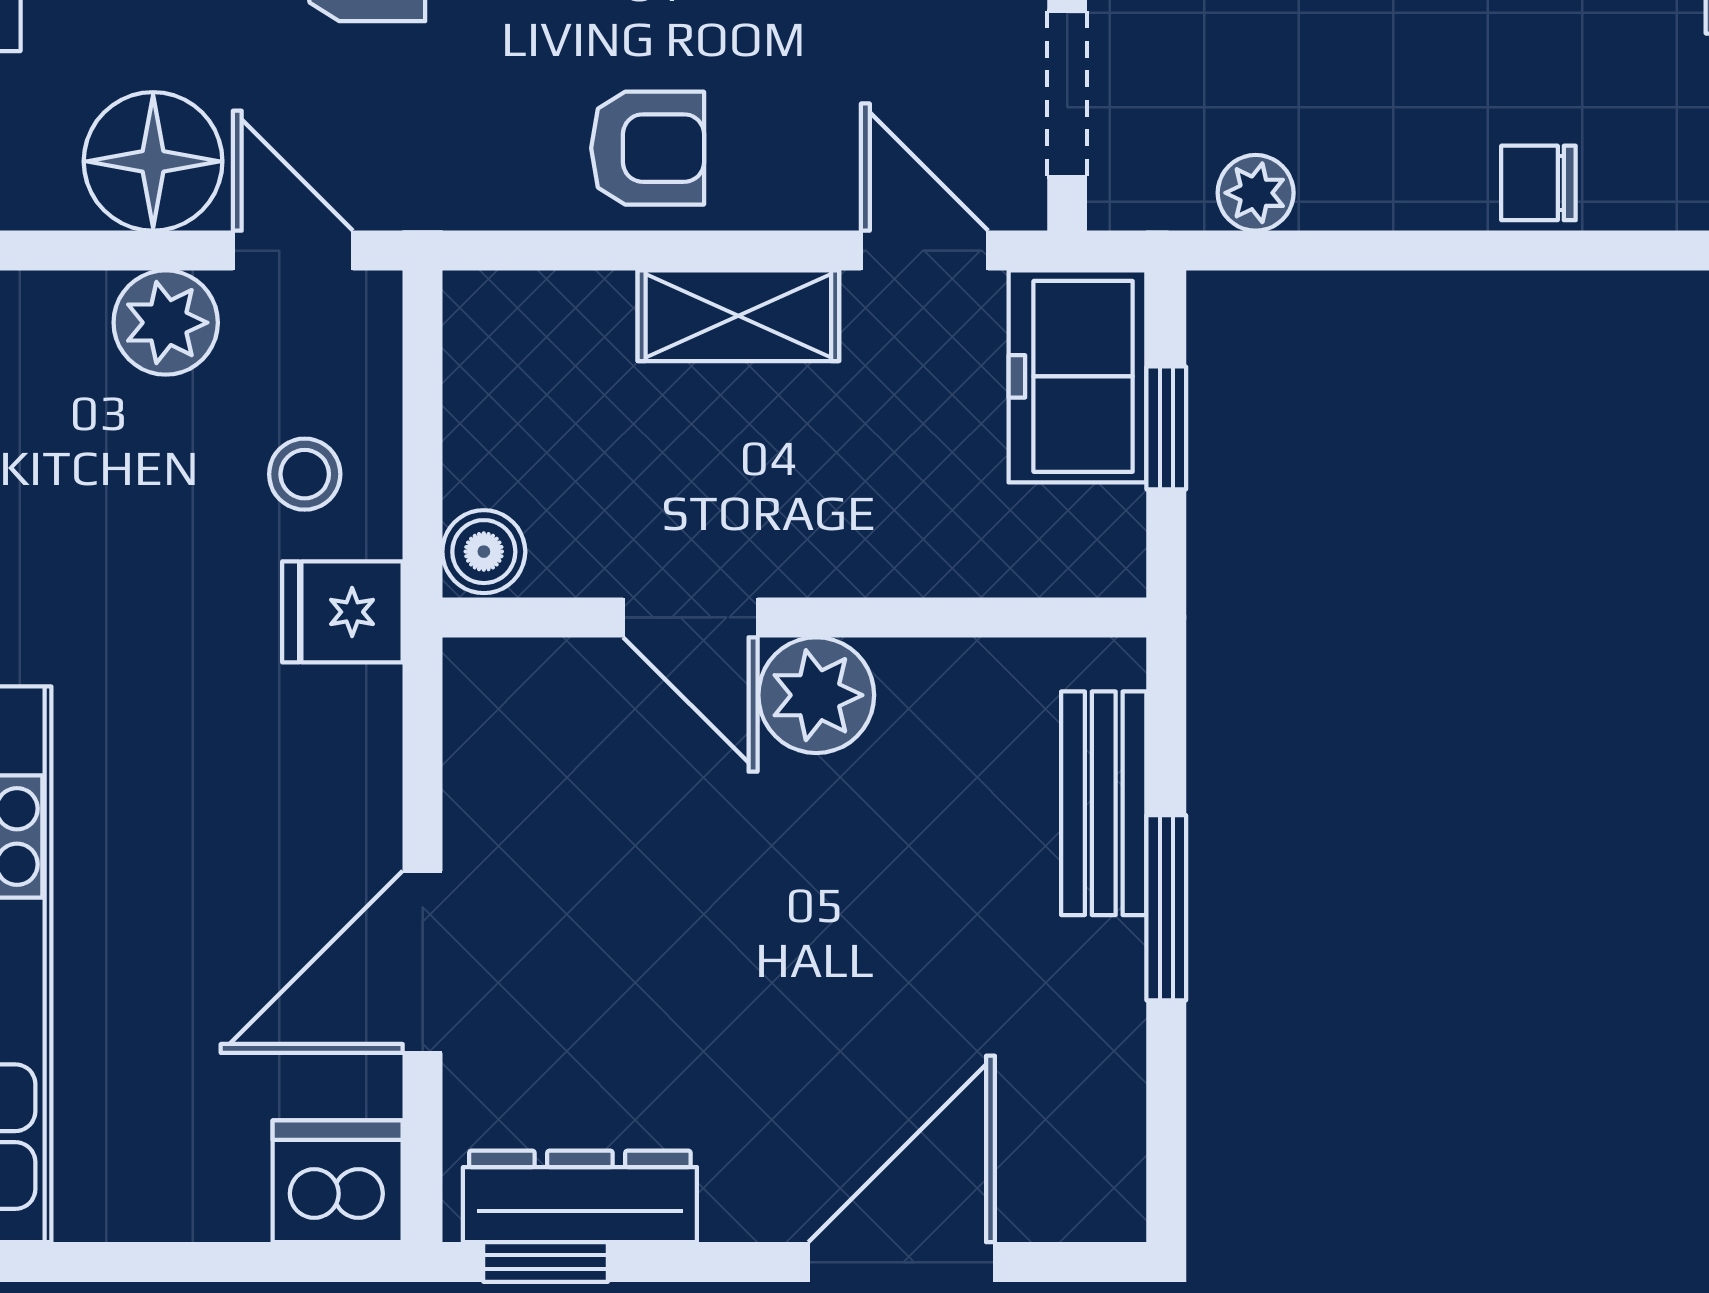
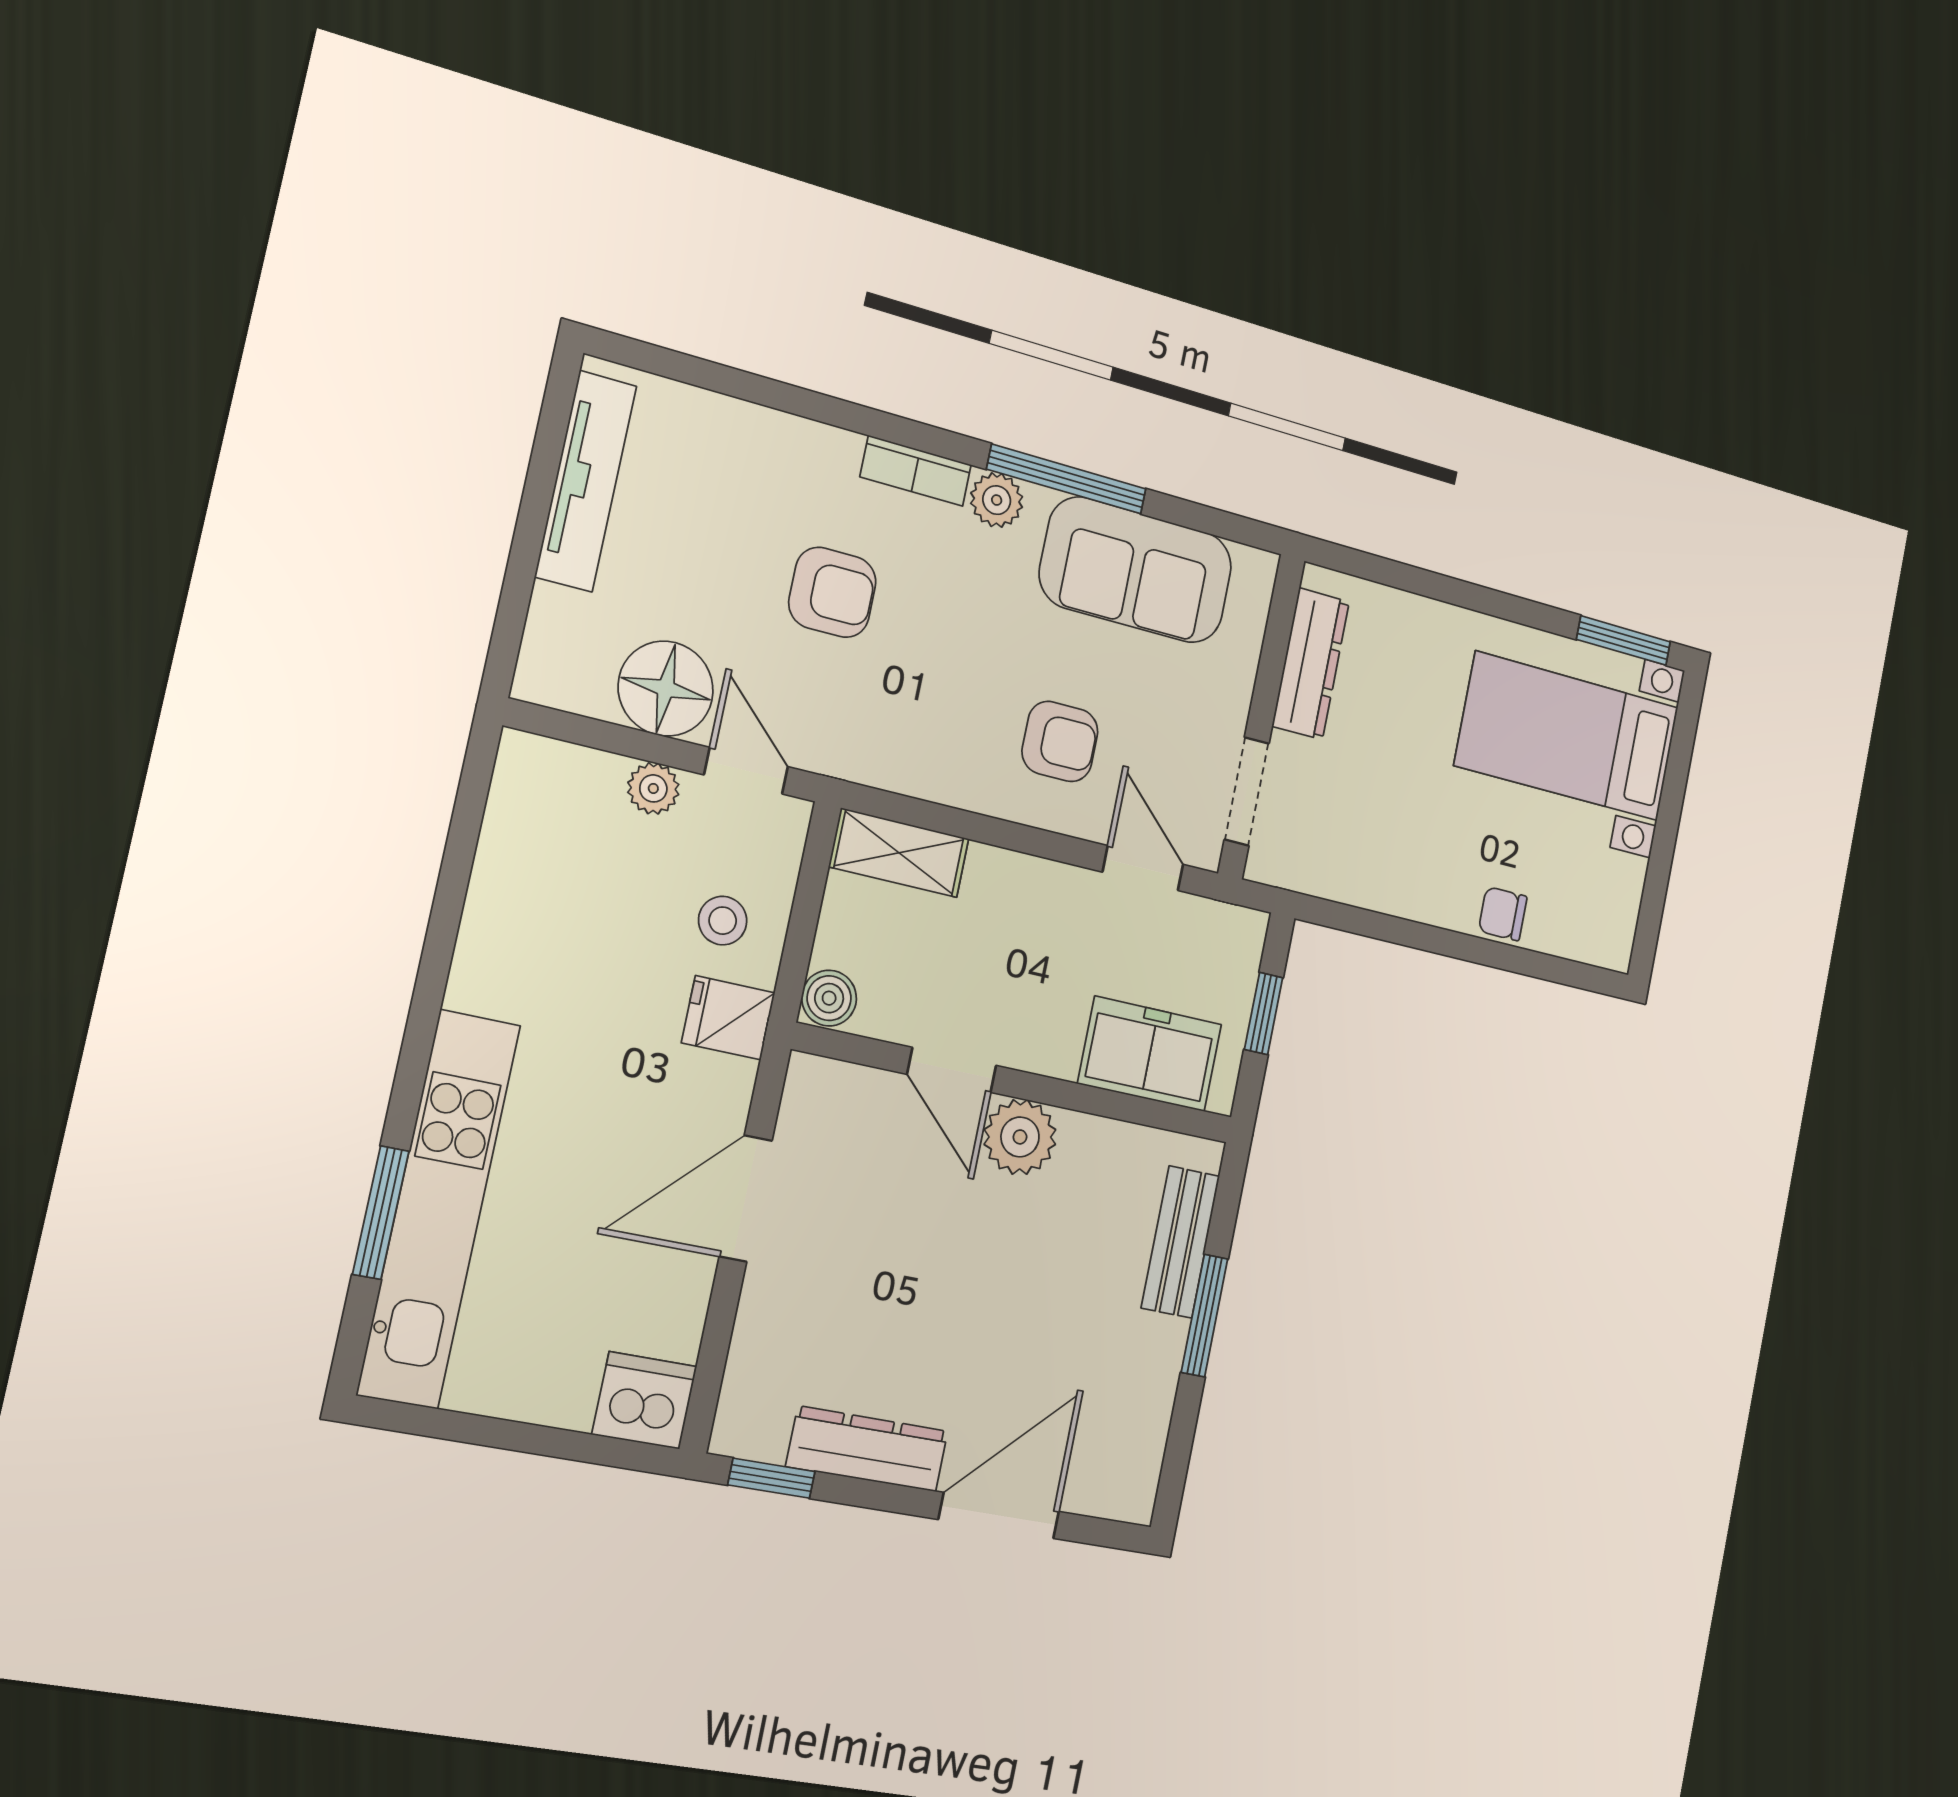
armchair: (648, 148) -> (1060, 741), moved
plant: (1256, 193) -> (1343, 880), removed
shelving: (738, 316) -> (899, 853), moved
plant: (166, 323) -> (653, 788), width x0.73, depth x0.73
freezer: (1078, 376) -> (1150, 1054), moved, turned 90
door: (423, 962) -> (746, 1198), moved
dresser: (580, 1196) -> (867, 1449), moved

